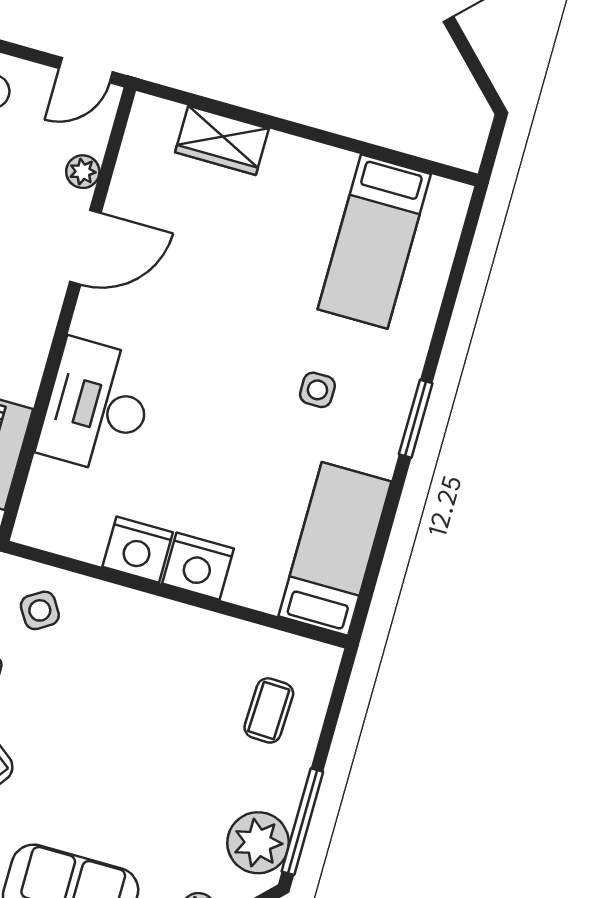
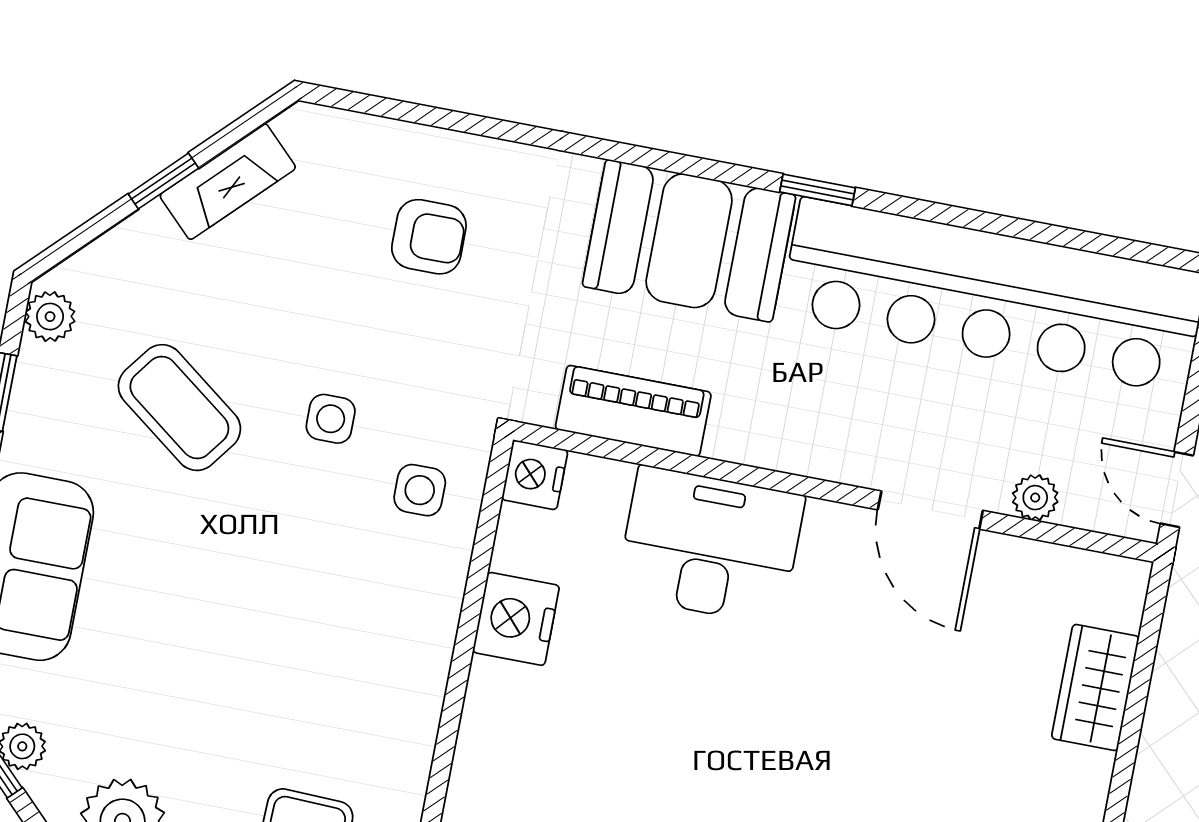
nightstand: (198, 566) -> (535, 475), moved, width x0.74, depth x0.75
side table: (40, 610) -> (420, 490), turned 32

